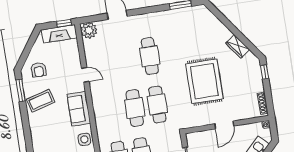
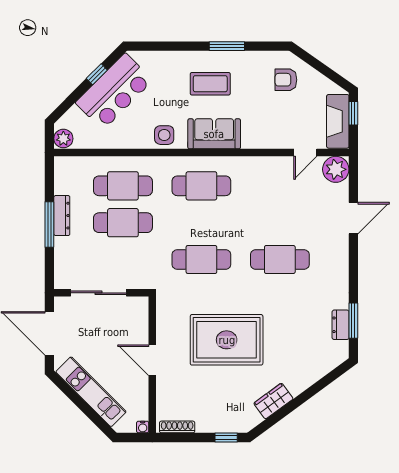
dresser: (184, 13) -> (341, 325), added
window: (64, 23) -> (353, 113), moved
door: (85, 75) -> (305, 153), moved
window: (21, 90) -> (227, 46), moved
coffee table: (41, 101) -> (210, 84), moved, turned -75
cafe table: (135, 108) -> (201, 186), moved

